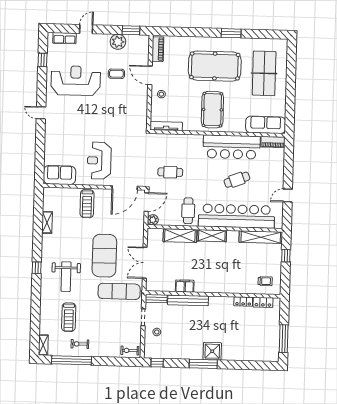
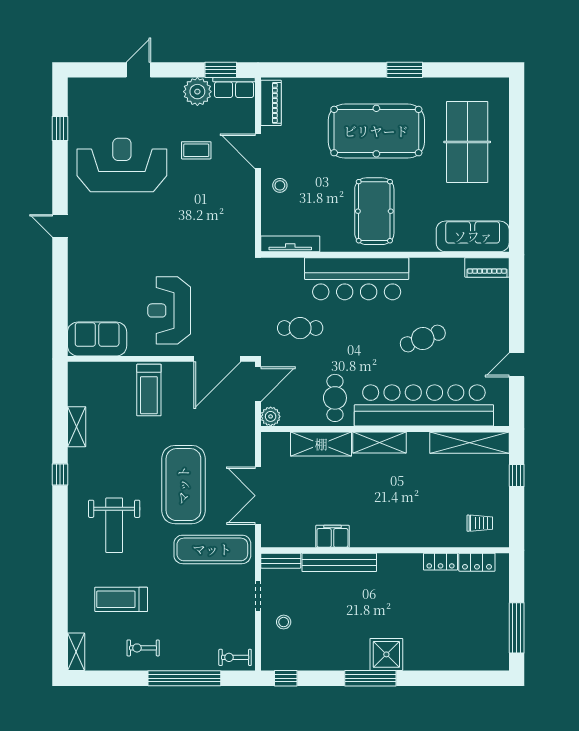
row of seats: (64, 38) -> (234, 88), moved
bar counter: (232, 147) -> (357, 279), moved
window: (37, 268) -> (60, 475), moved
treadmill: (69, 317) -> (121, 599), turned 90
window: (71, 360) -> (184, 678), moved

